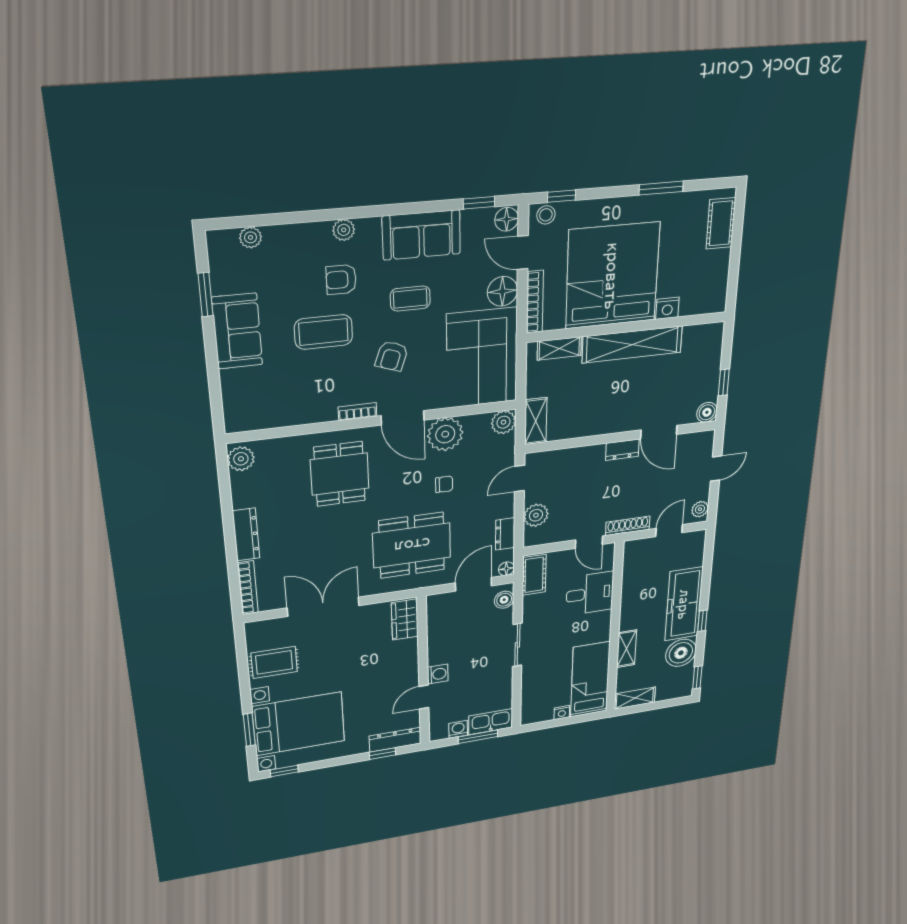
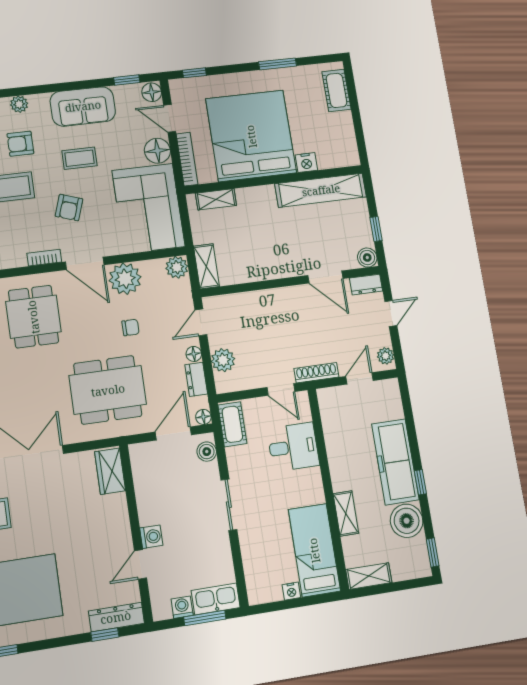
stool: (546, 215) -> (184, 88), removed
shelving: (632, 344) -> (321, 190), moved
dresser: (622, 450) -> (366, 285), moved
floor lamp: (507, 510) -> (194, 354), added

